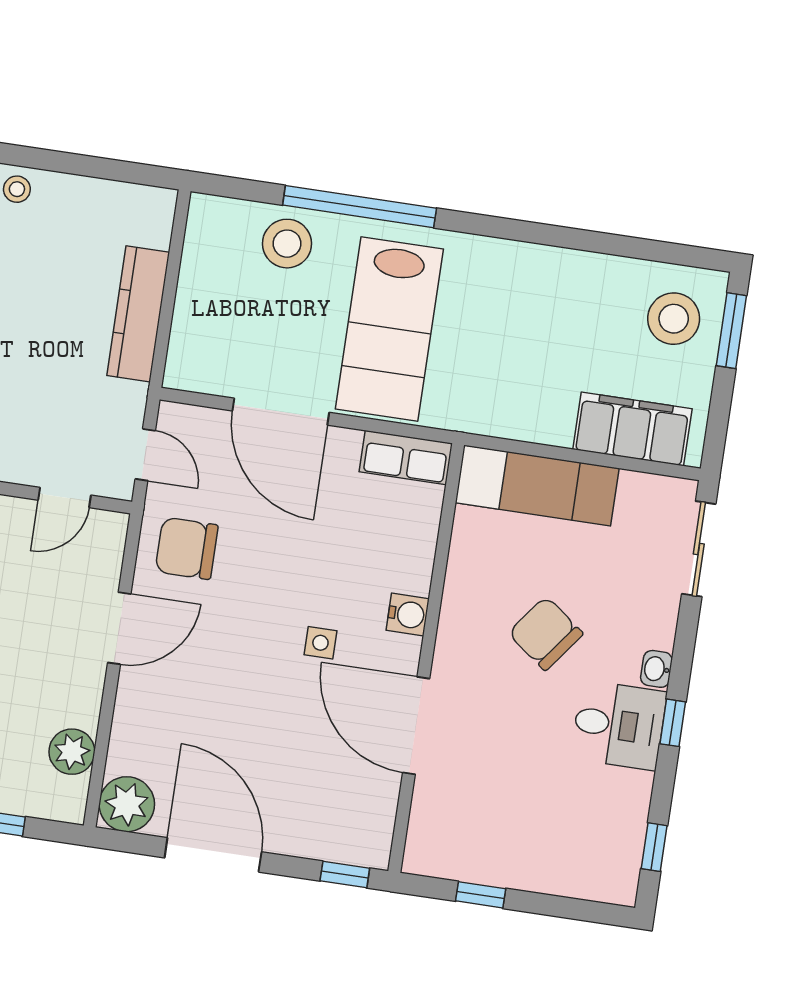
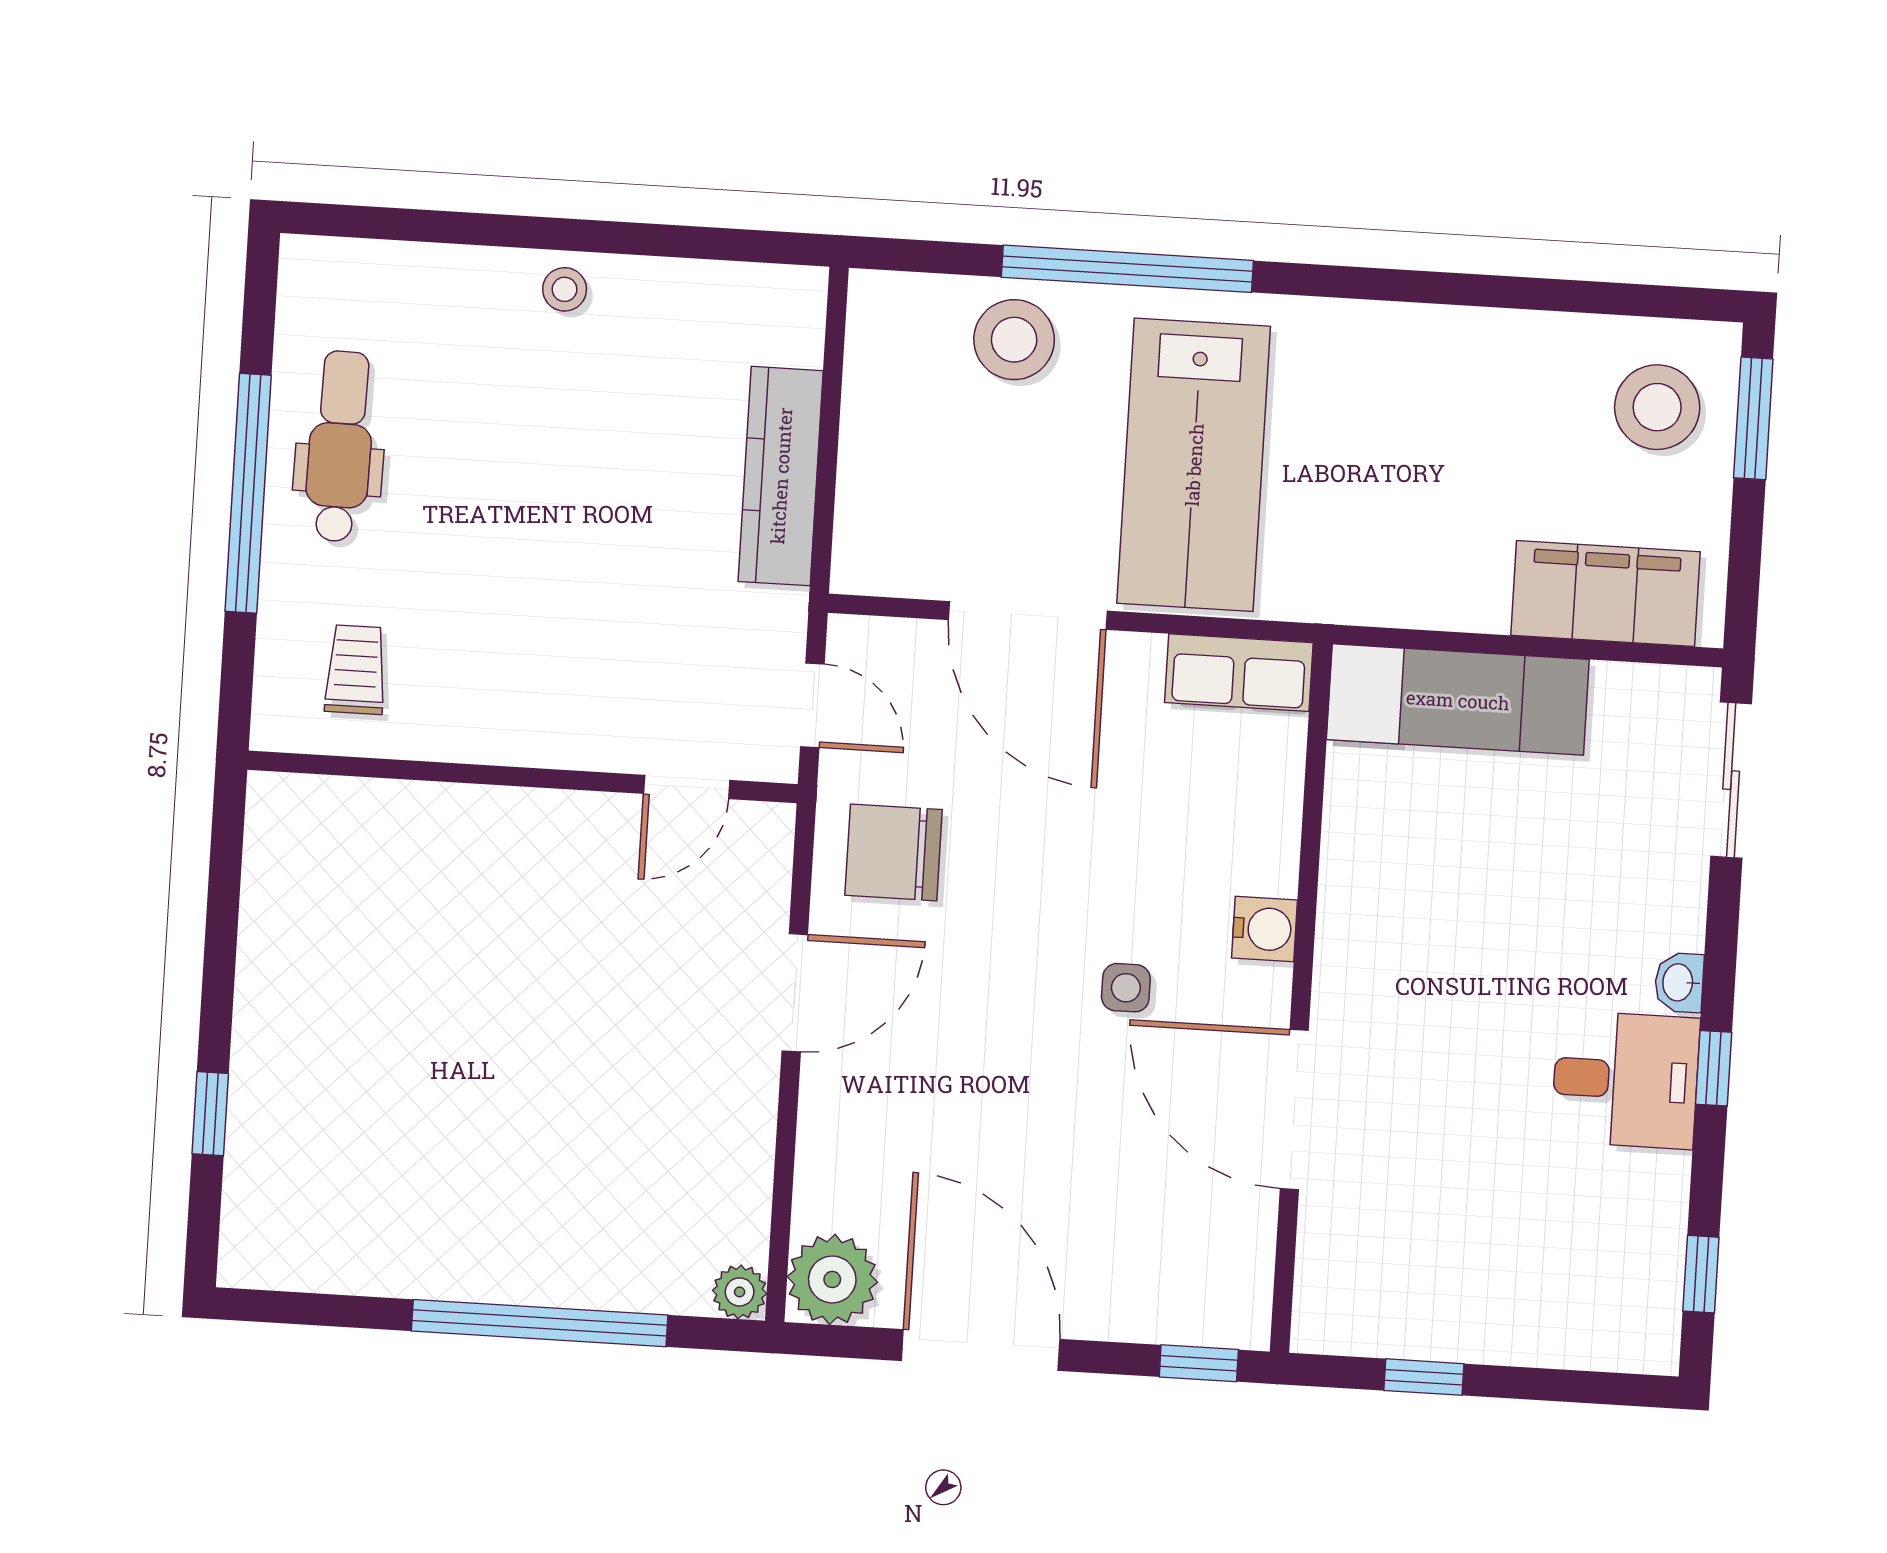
chair: (546, 633) -> (1493, 940), removed
plant: (72, 752) -> (740, 1292), moved, width x0.73, depth x0.73

